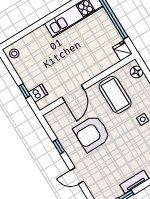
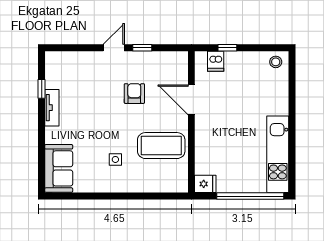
floor lamp: (136, 72) -> (172, 185), removed
armchair: (92, 133) -> (134, 94), width x0.53, depth x0.53
door: (77, 176) -> (114, 48), moved

